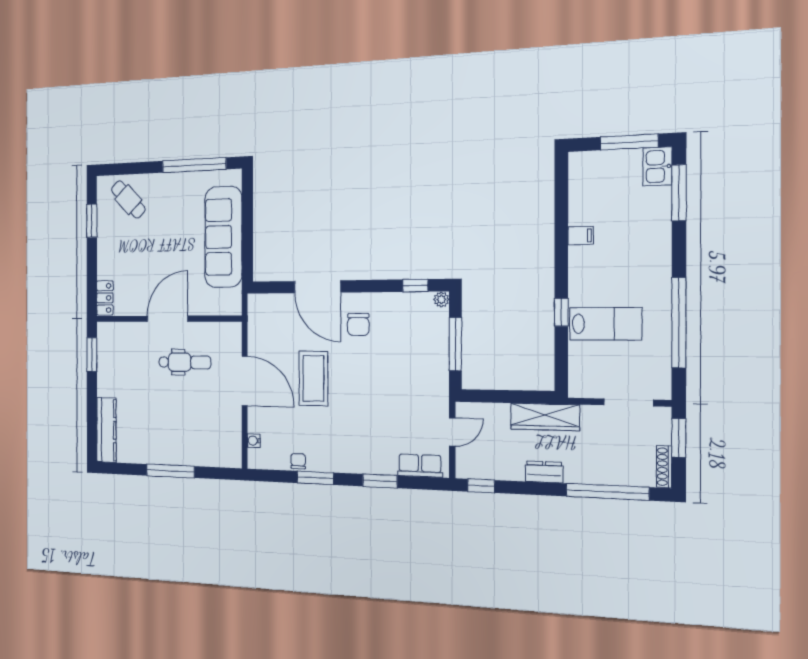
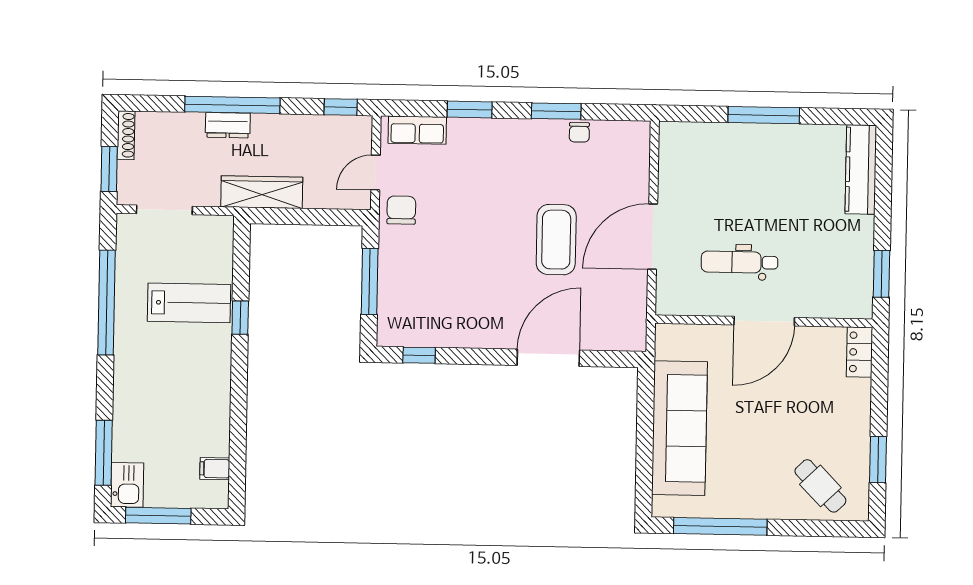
filing cabinet: (581, 236) -> (215, 469), moved
door: (318, 287) -> (548, 358), hinge flipped
plant: (441, 299) -> (386, 337), removed
chair: (358, 324) -> (401, 210), moved
lab bench: (606, 324) -> (189, 303), turned 180
door: (245, 381) -> (653, 237), hinge flipped
water cooler: (254, 441) -> (641, 158), removed
dresser: (544, 472) -> (228, 125), moved
window: (607, 492) -> (232, 105), moved

